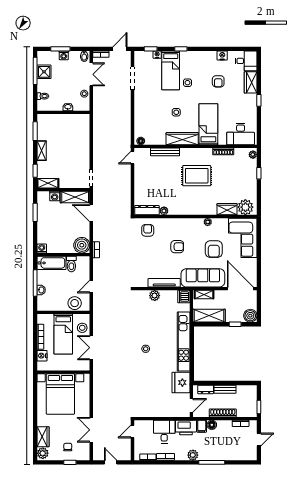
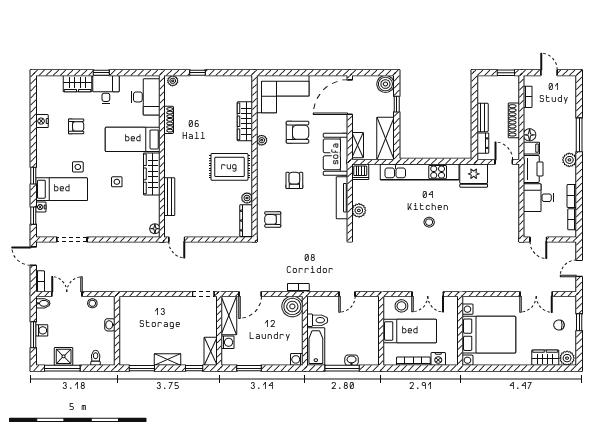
desk: (246, 61) -> (106, 90), moved
rug: (197, 176) -> (229, 167), moved, turned 90
plant: (245, 207) -> (242, 90), removed
wardrobe: (227, 209) -> (245, 121), width x1.50
sofa: (203, 278) -> (336, 154), width x0.73
door: (91, 287) -> (347, 294), hinge flipped
stool: (75, 303) -> (369, 316), removed

